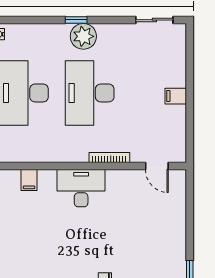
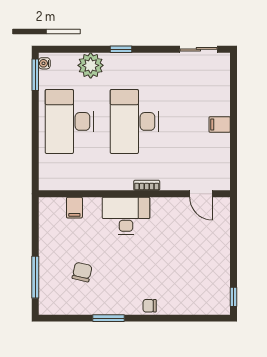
plant: (83, 36) -> (91, 65), moved
bookcase: (109, 157) -> (147, 185), width x0.64
chair: (37, 245) -> (82, 272), added

